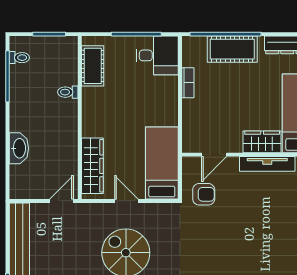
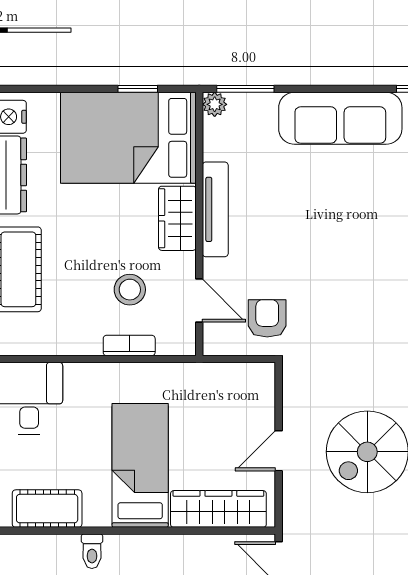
bookcase: (188, 83) -> (129, 346), moved
stool: (220, 114) -> (130, 290), added
bed: (162, 163) -> (140, 465), moved, turned 90

